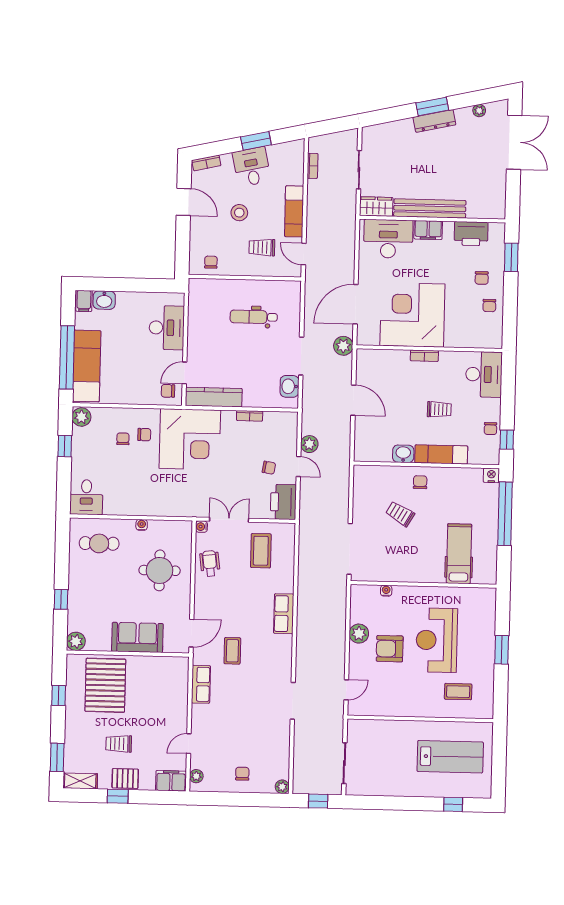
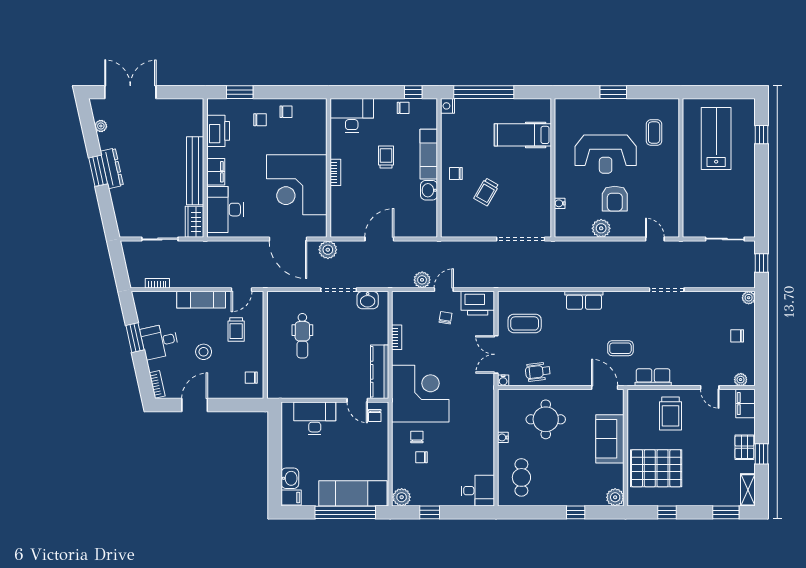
trolley: (119, 744) -> (671, 414), moved, width x1.36, depth x1.39

